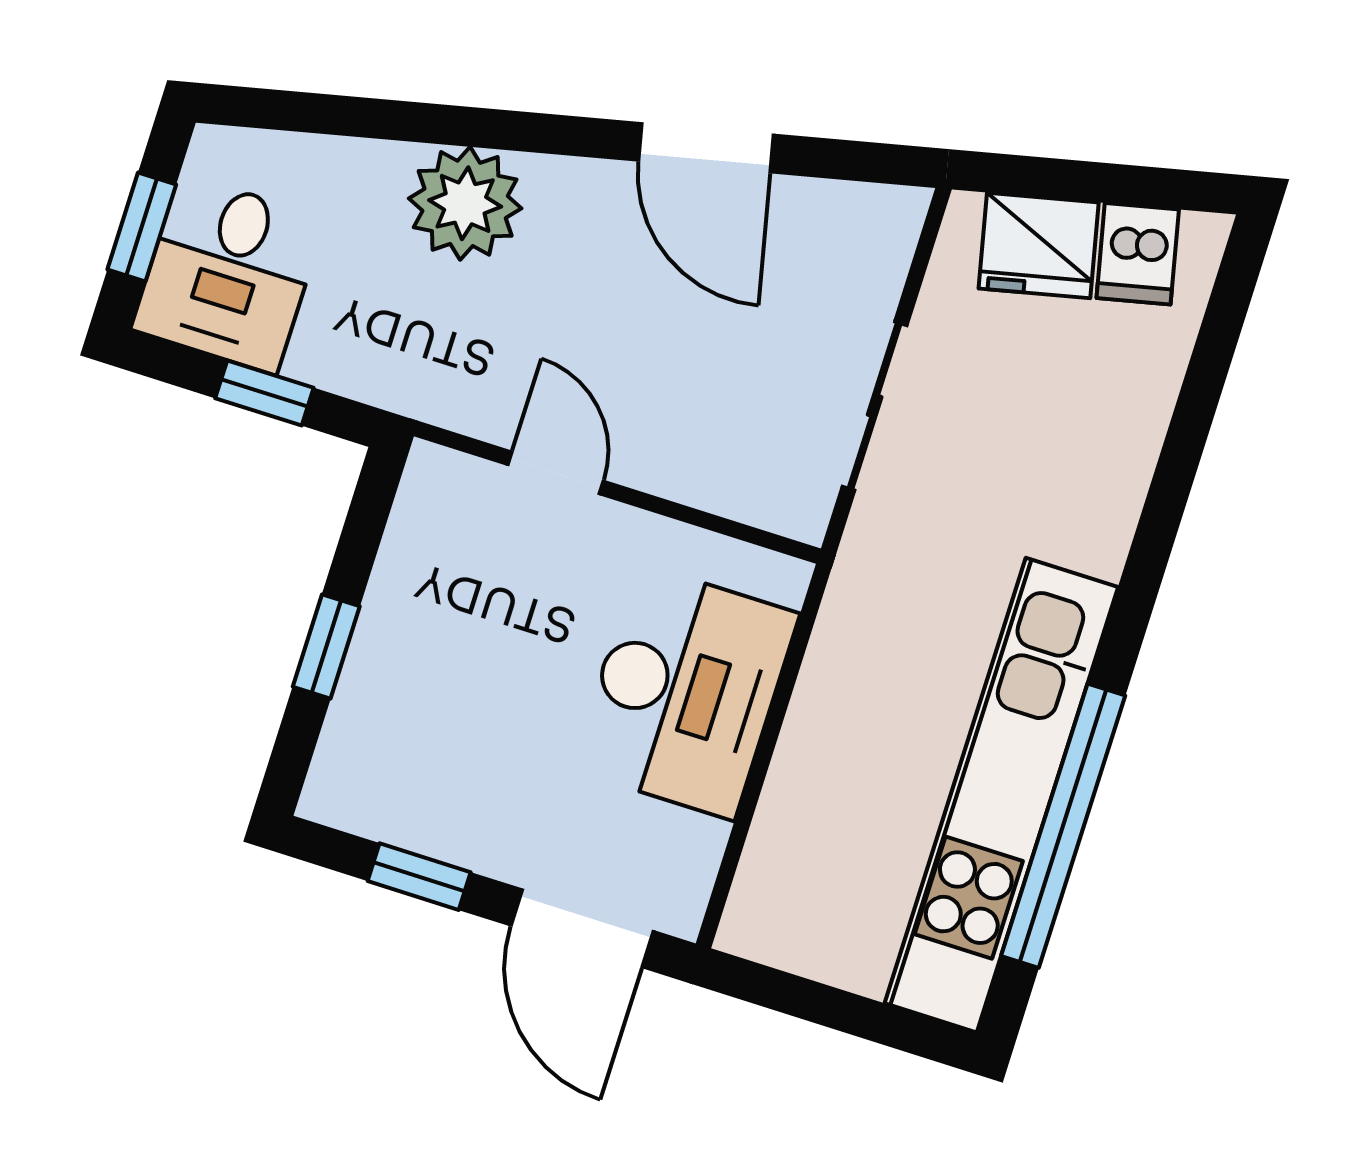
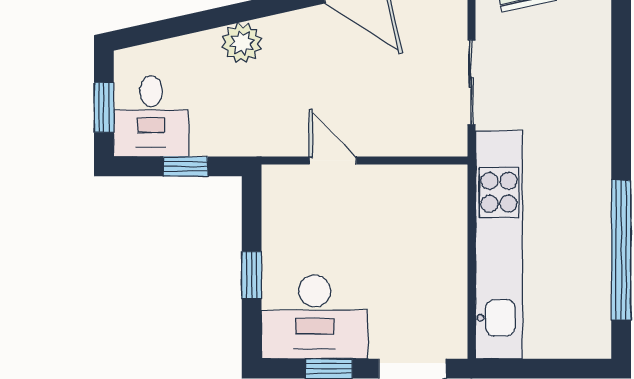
plant: (465, 203) -> (242, 43), width x0.73, depth x0.73
desk: (686, 692) -> (315, 317), moved, turned 90
kitchen unit: (1001, 795) -> (499, 245), moved, turned 180

